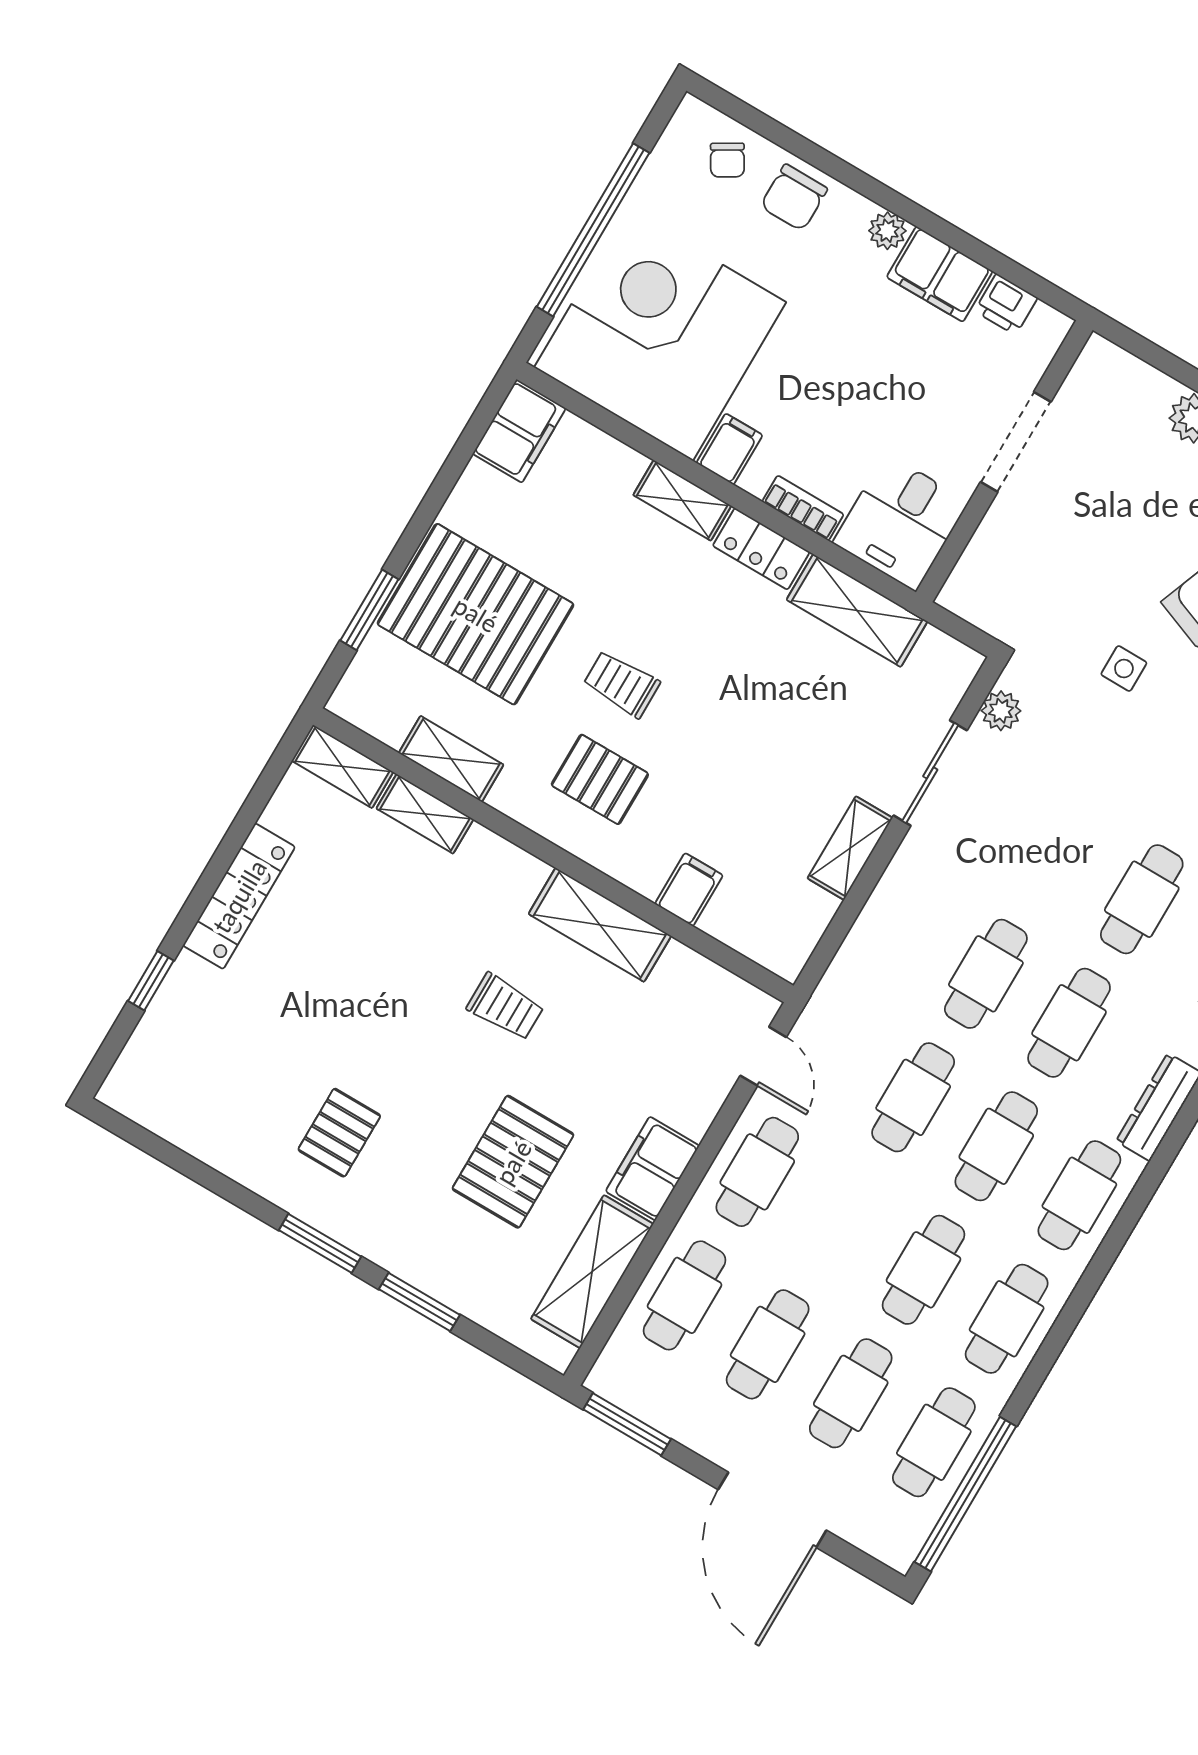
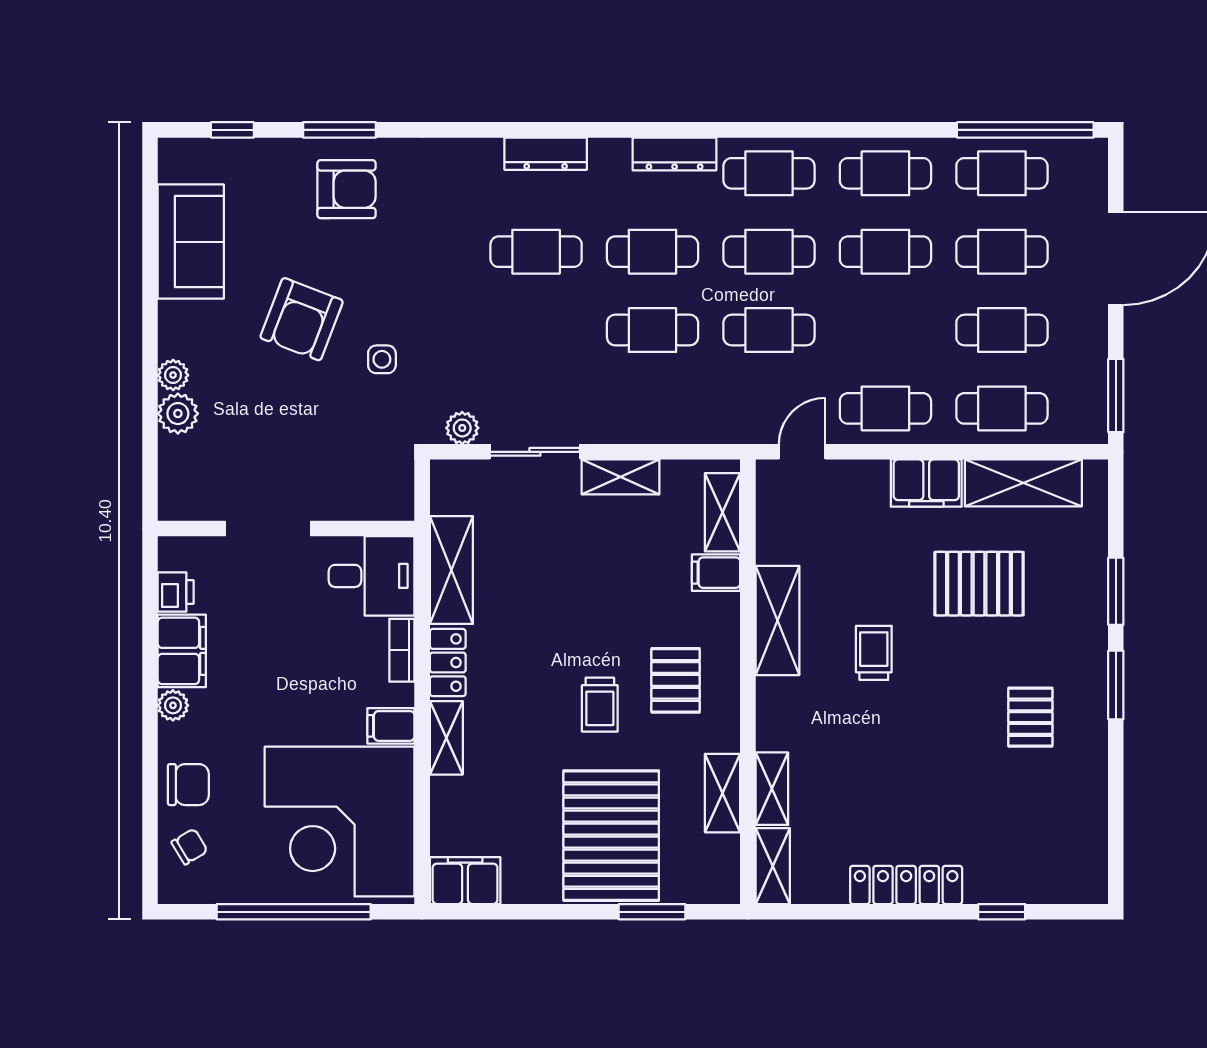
shelving: (749, 934) -> (723, 512), added
pallet: (339, 1133) -> (1030, 717), turned 90

